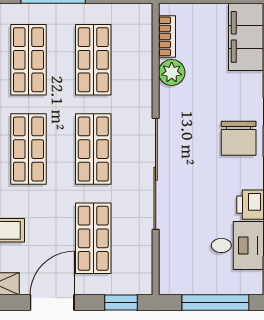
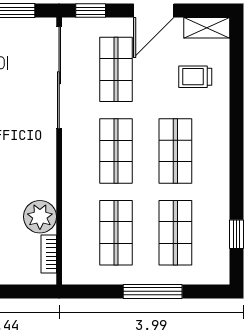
plant: (172, 72) -> (40, 217), width x1.36, depth x1.36
sliding door: (156, 174) -> (59, 78), moved

